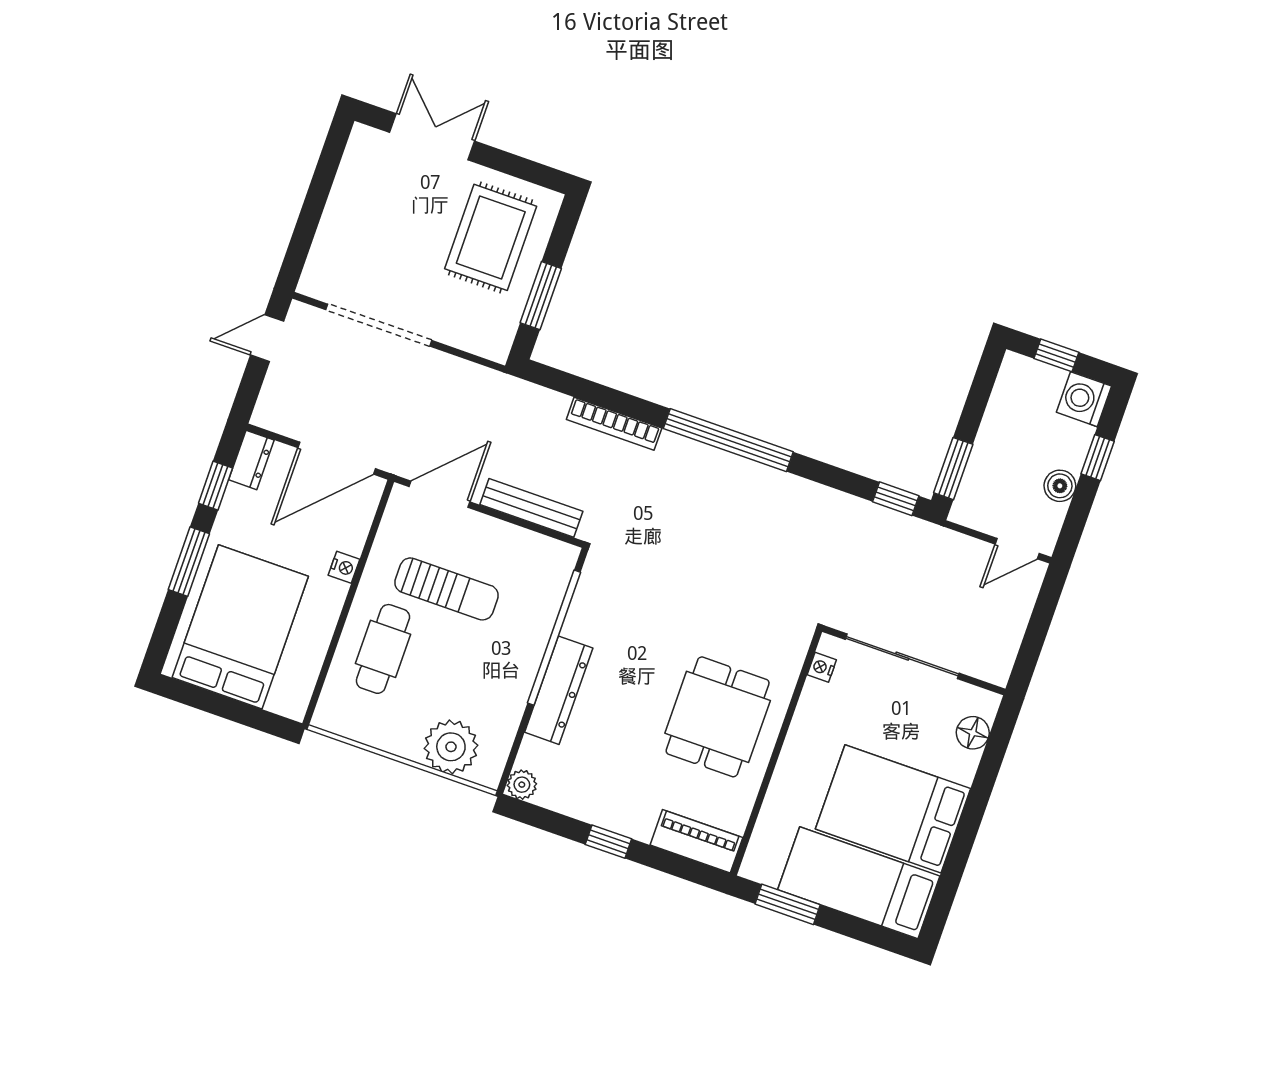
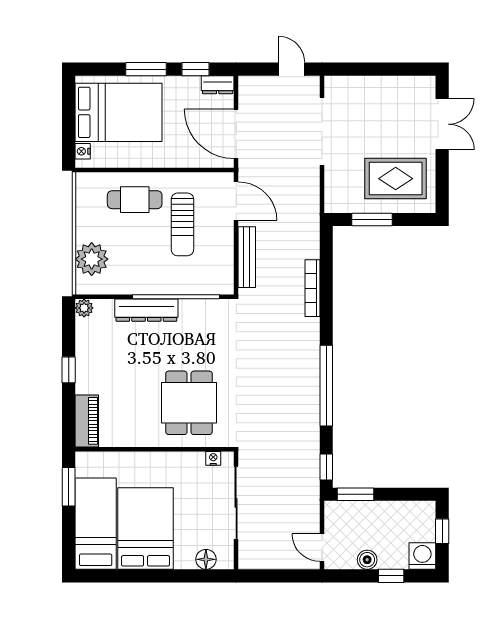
window: (728, 440) -> (326, 386), moved
nightstand: (344, 567) -> (83, 151), moved, turned 90
dining table: (718, 717) -> (189, 403), moved, turned 90

